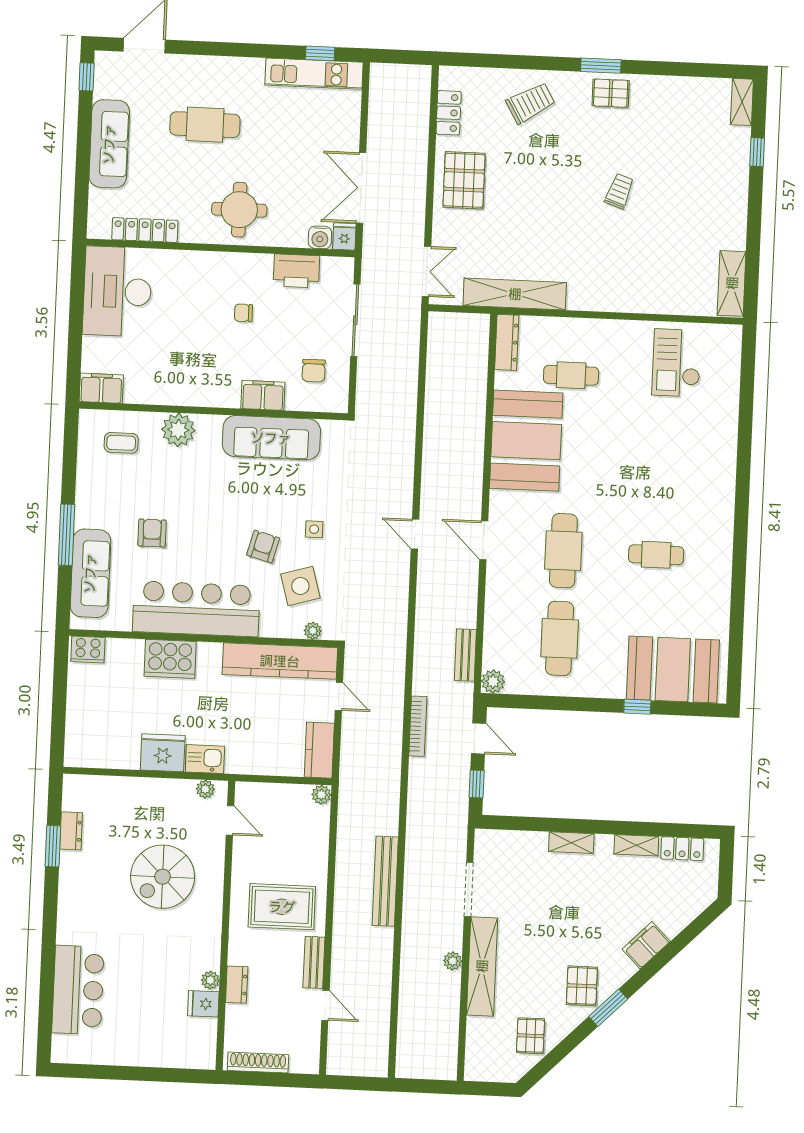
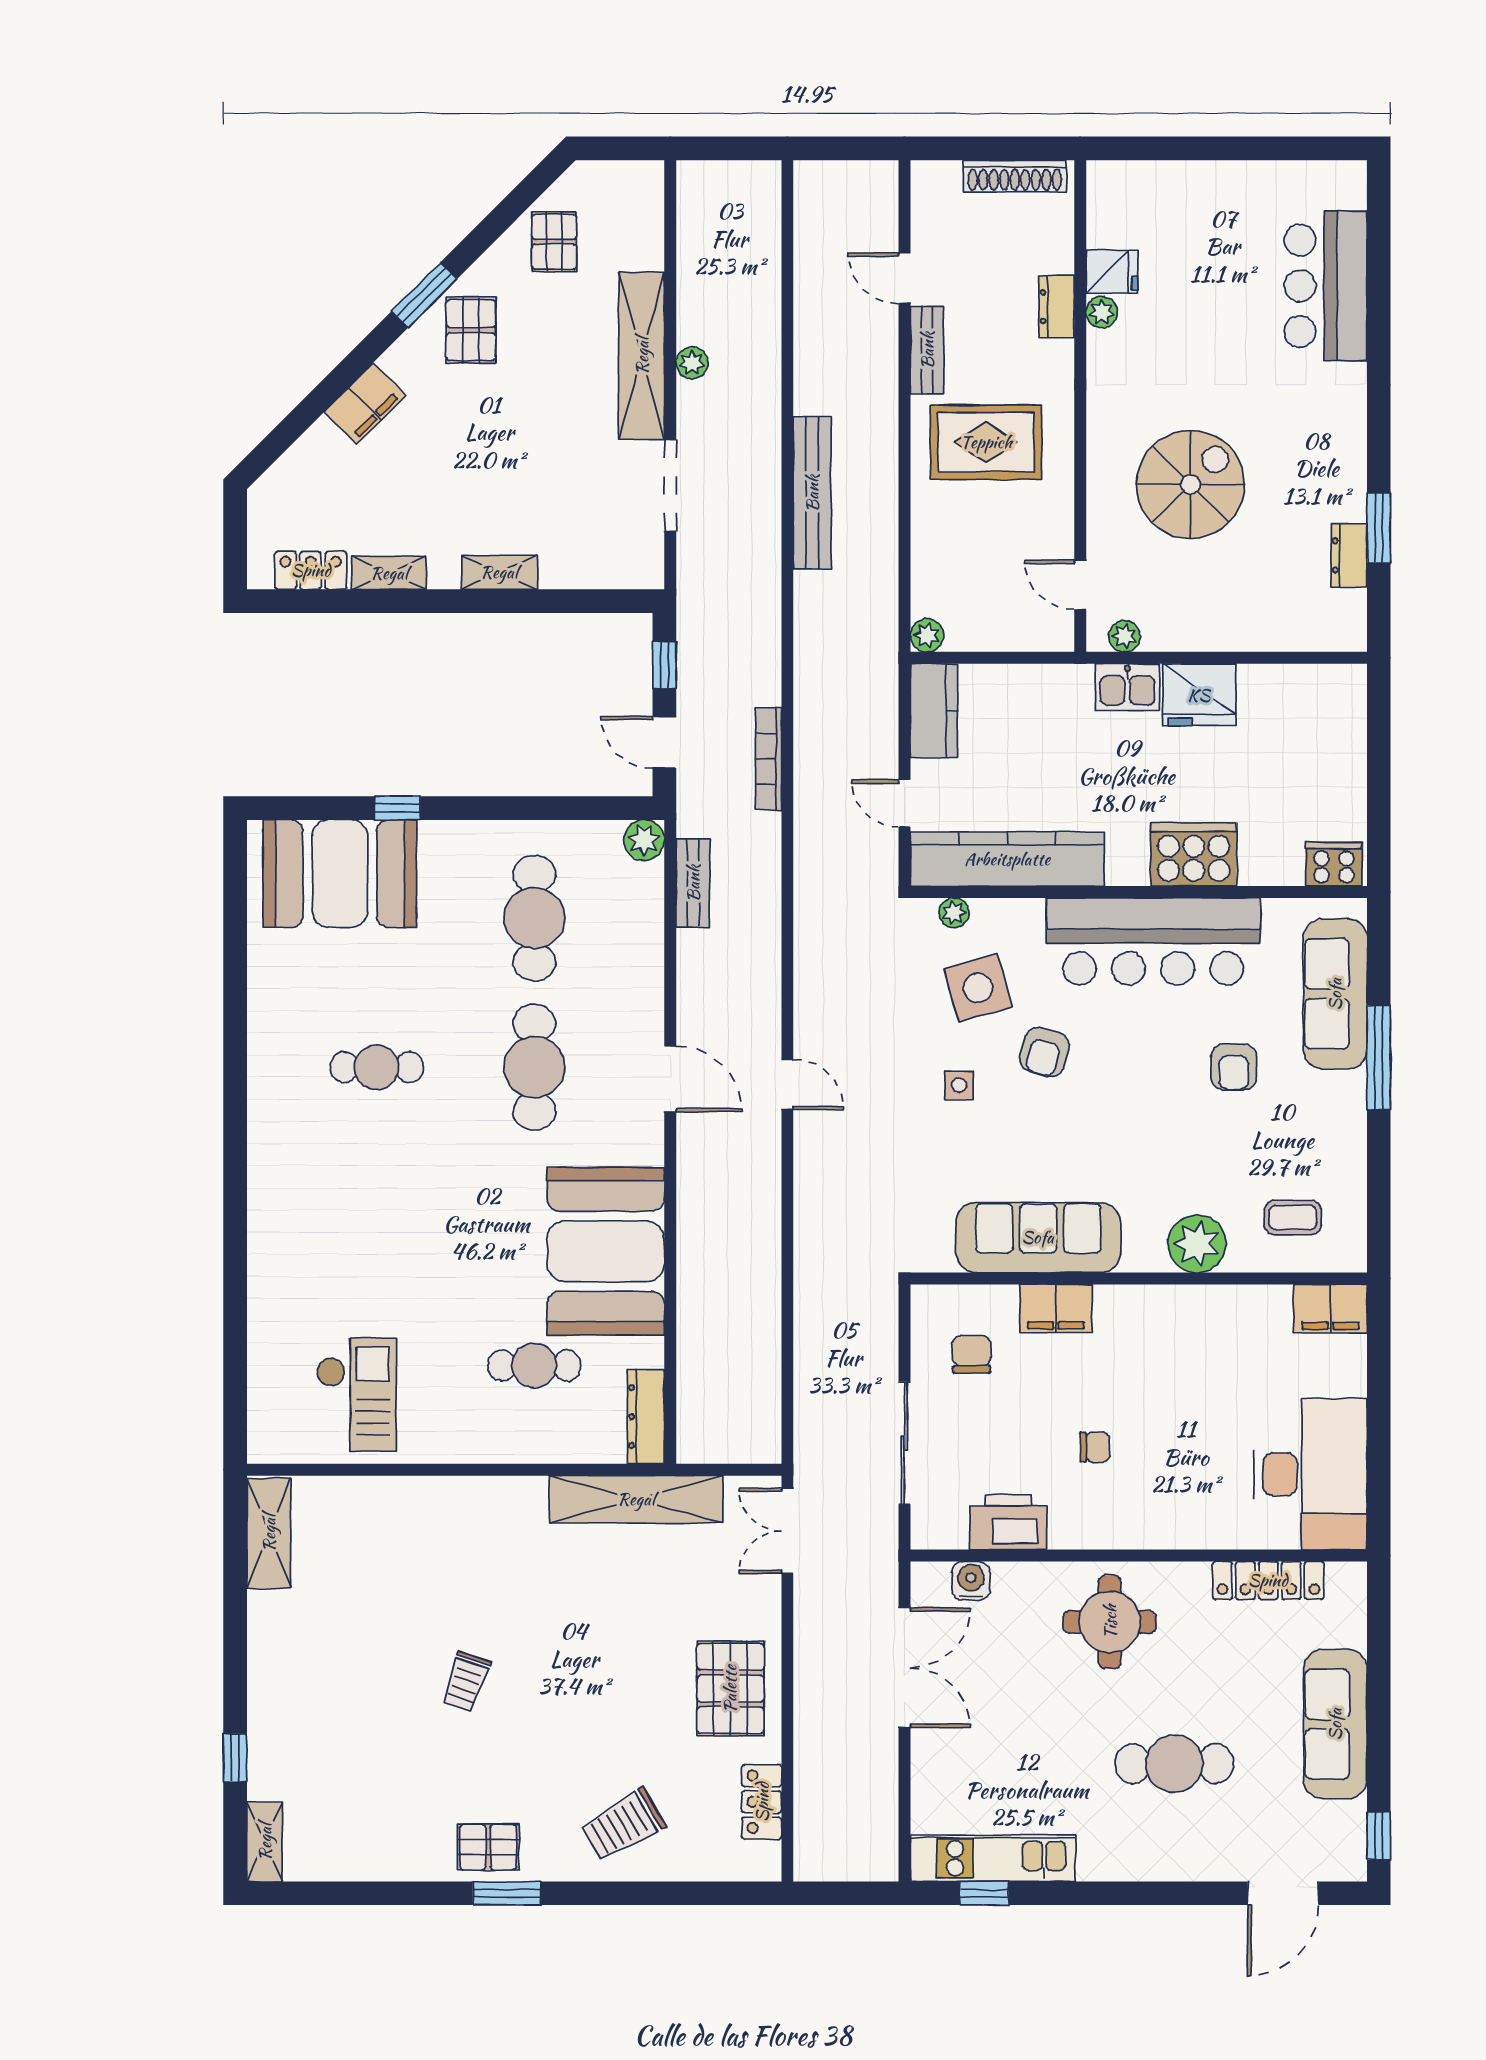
fridge: (344, 237) -> (929, 1584), removed

